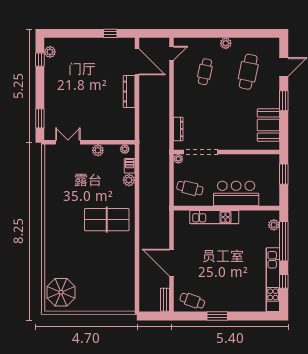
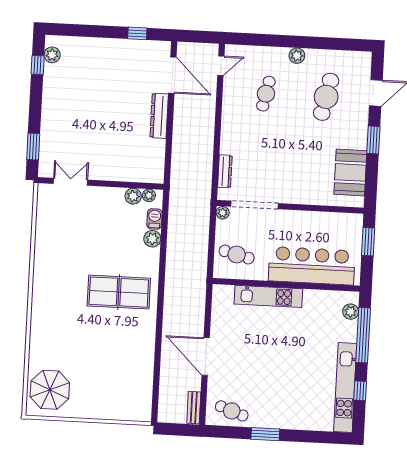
plant: (98, 150) -> (133, 196), moved
bar counter: (236, 193) -> (312, 266), width x1.36

